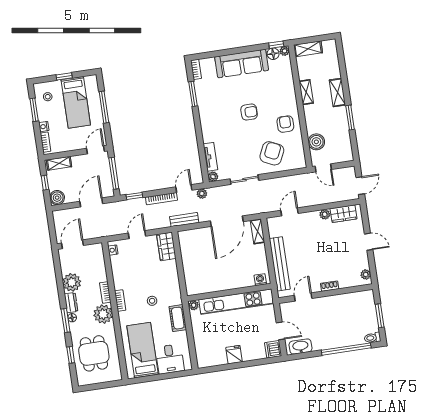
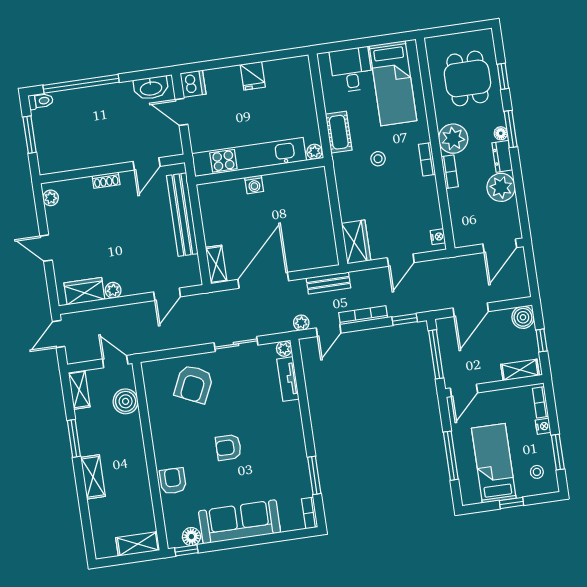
plant: (284, 51) -> (174, 541), removed
shelving: (306, 92) -> (79, 390), moved
armchair: (285, 124) -> (173, 481), moved, turned 180
washing machine: (260, 280) -> (254, 184), moved

